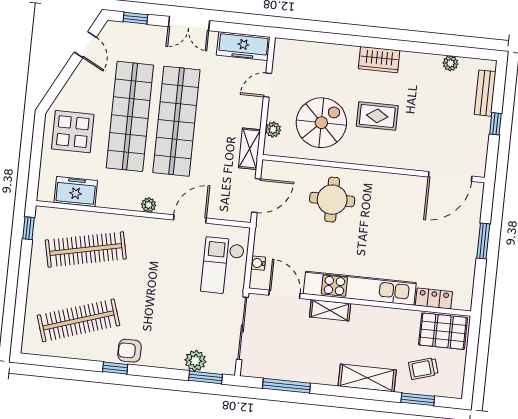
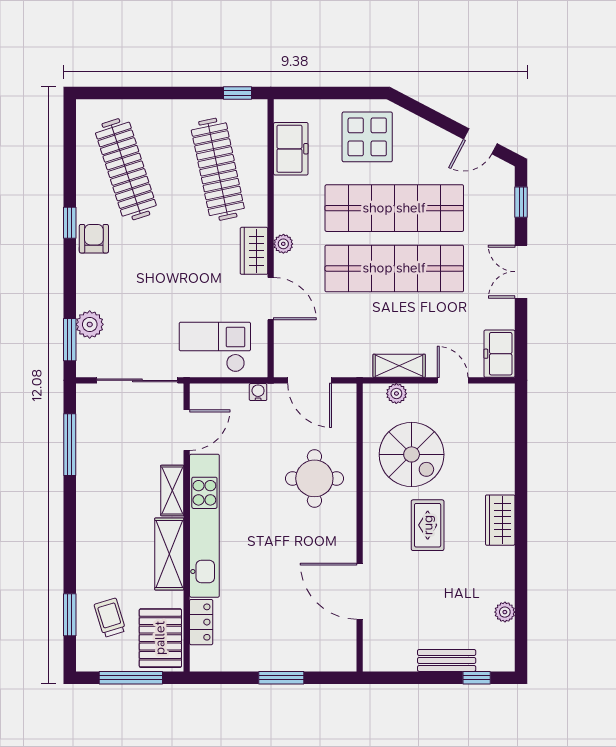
freezer: (243, 46) -> (499, 354), width x0.71
bench: (485, 93) -> (447, 660), moved
window: (495, 124) -> (477, 678), moved
shelving: (249, 149) -> (399, 366), moved
door: (450, 176) -> (360, 591), moved
wardrobe: (152, 228) -> (254, 251), added
water cooler: (258, 263) -> (258, 392), moved
window: (471, 357) -> (131, 678), added
shelving: (367, 378) -> (169, 554), moved

